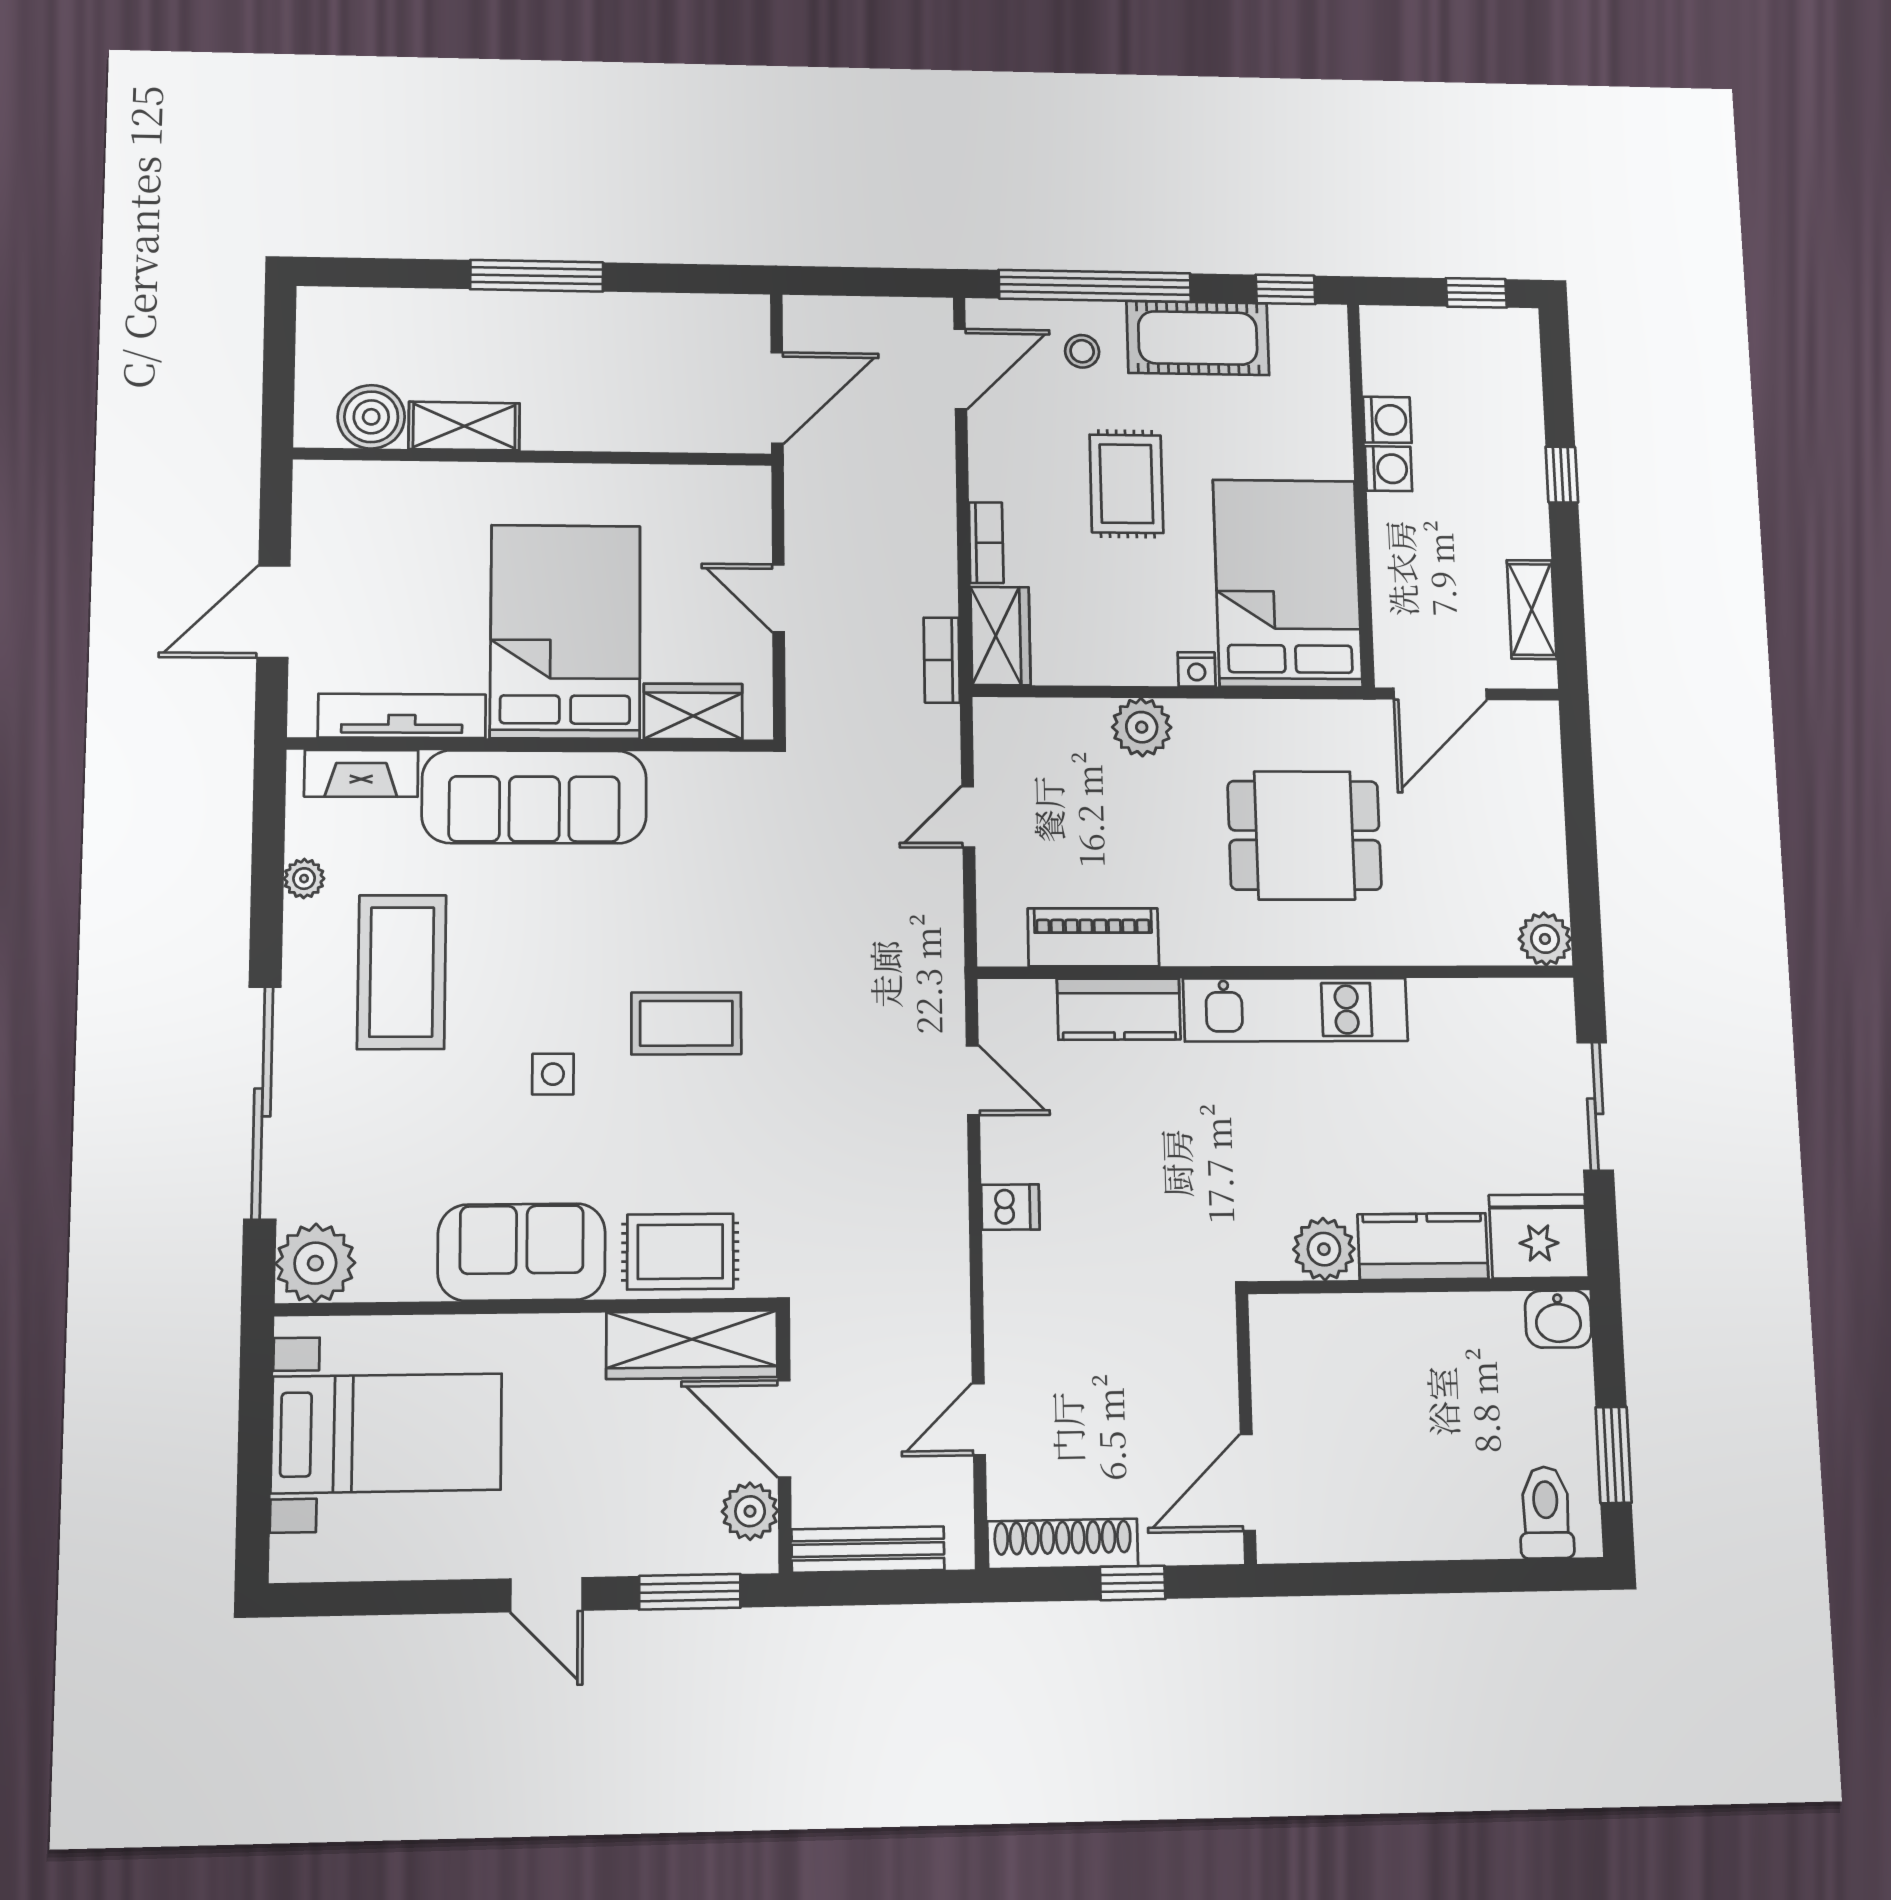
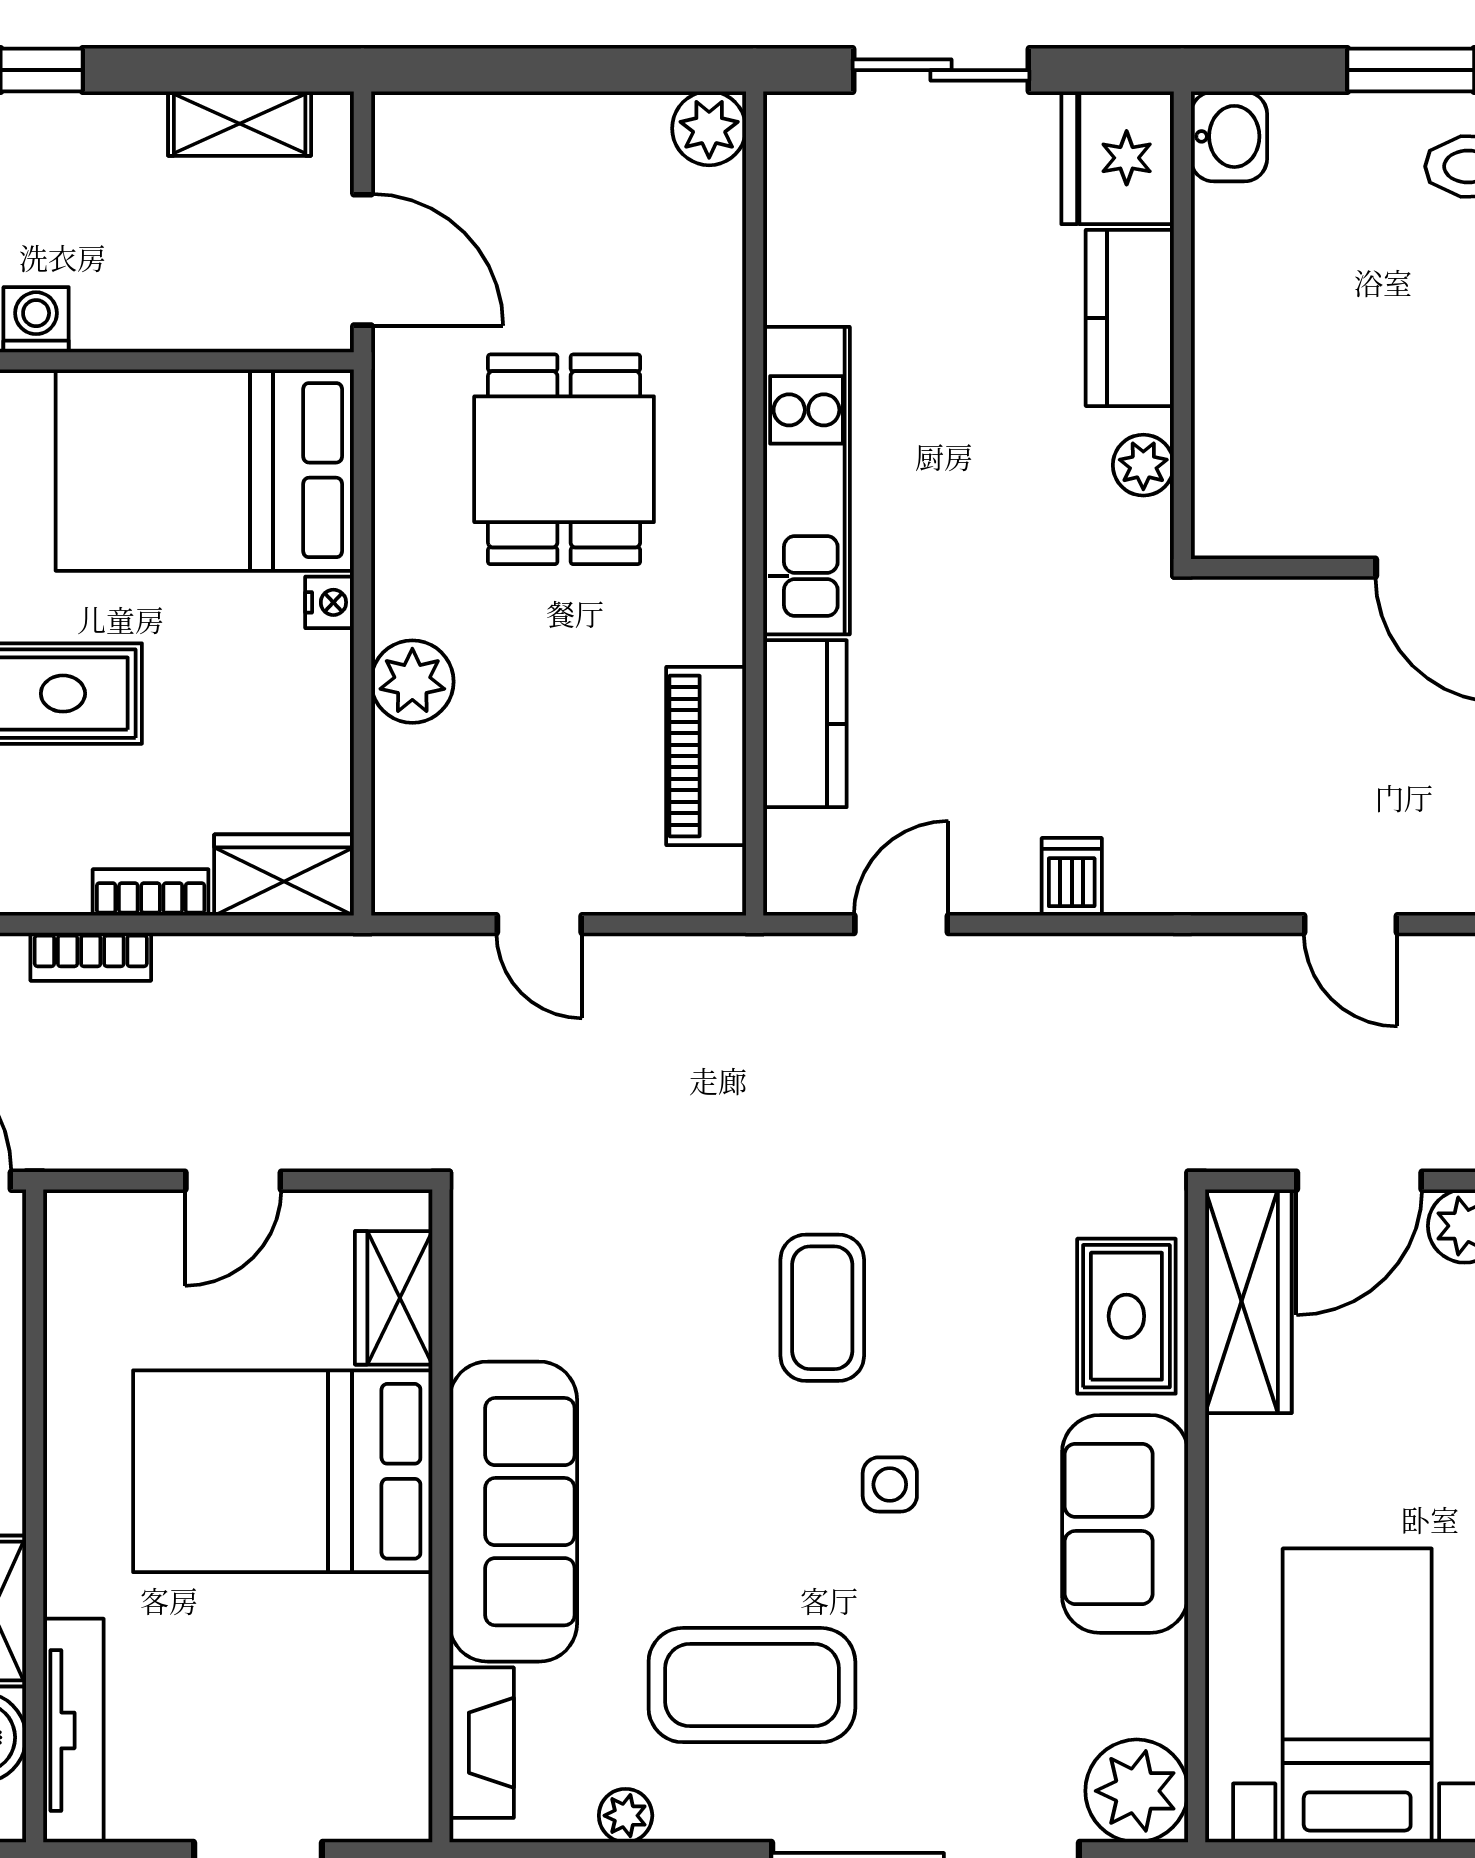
bookcase: (942, 660) -> (91, 957), moved
tv unit: (402, 716) -> (73, 1730), moved, turned 180
plant: (1324, 1249) -> (1143, 465), width x0.73, depth x0.73

